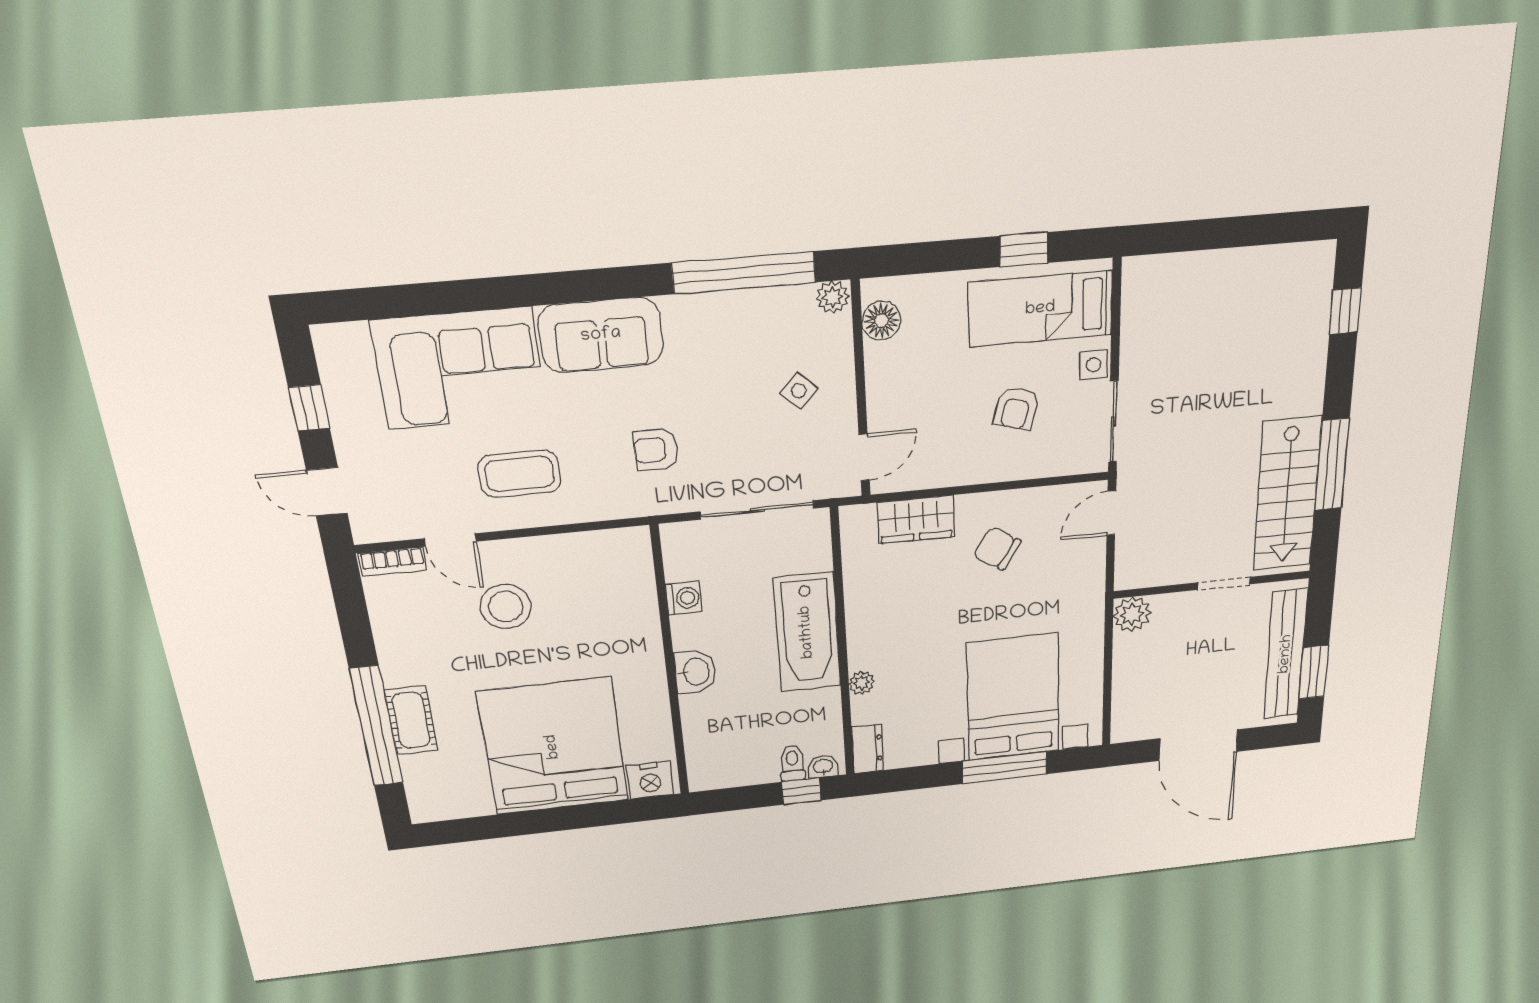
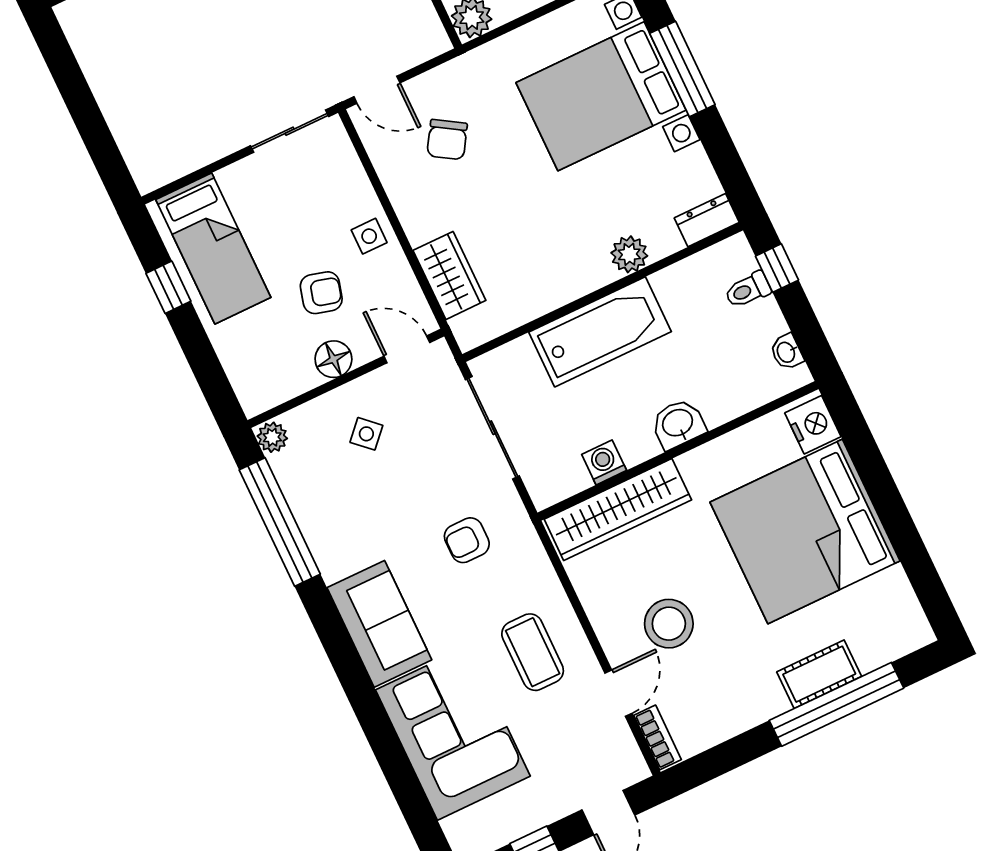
floor lamp: (881, 321) -> (333, 359), moved
side table: (1093, 365) -> (369, 236), moved
armchair: (1016, 408) -> (321, 293), moved
armchair: (656, 450) -> (467, 540), turned 90
chair: (997, 549) -> (447, 140), moved
wardrobe: (634, 596) -> (618, 510), added
plant: (862, 683) -> (629, 254), width x1.38, depth x1.38
washbasin: (823, 767) -> (787, 352), moved

